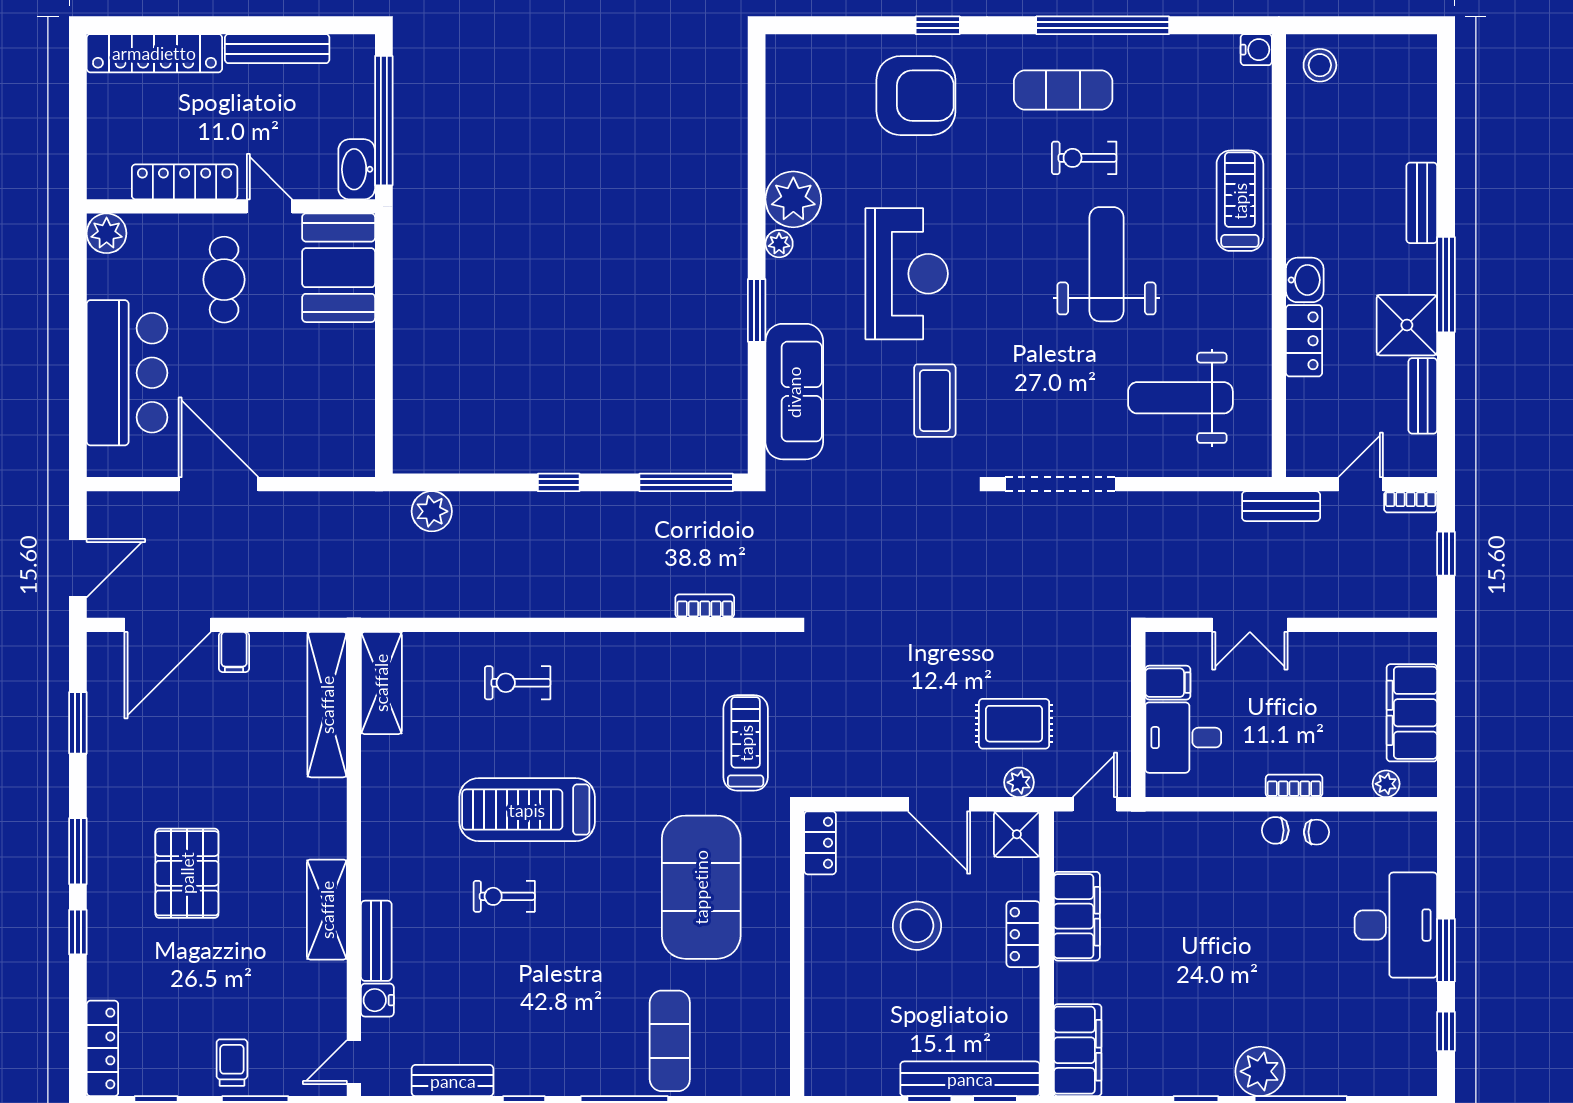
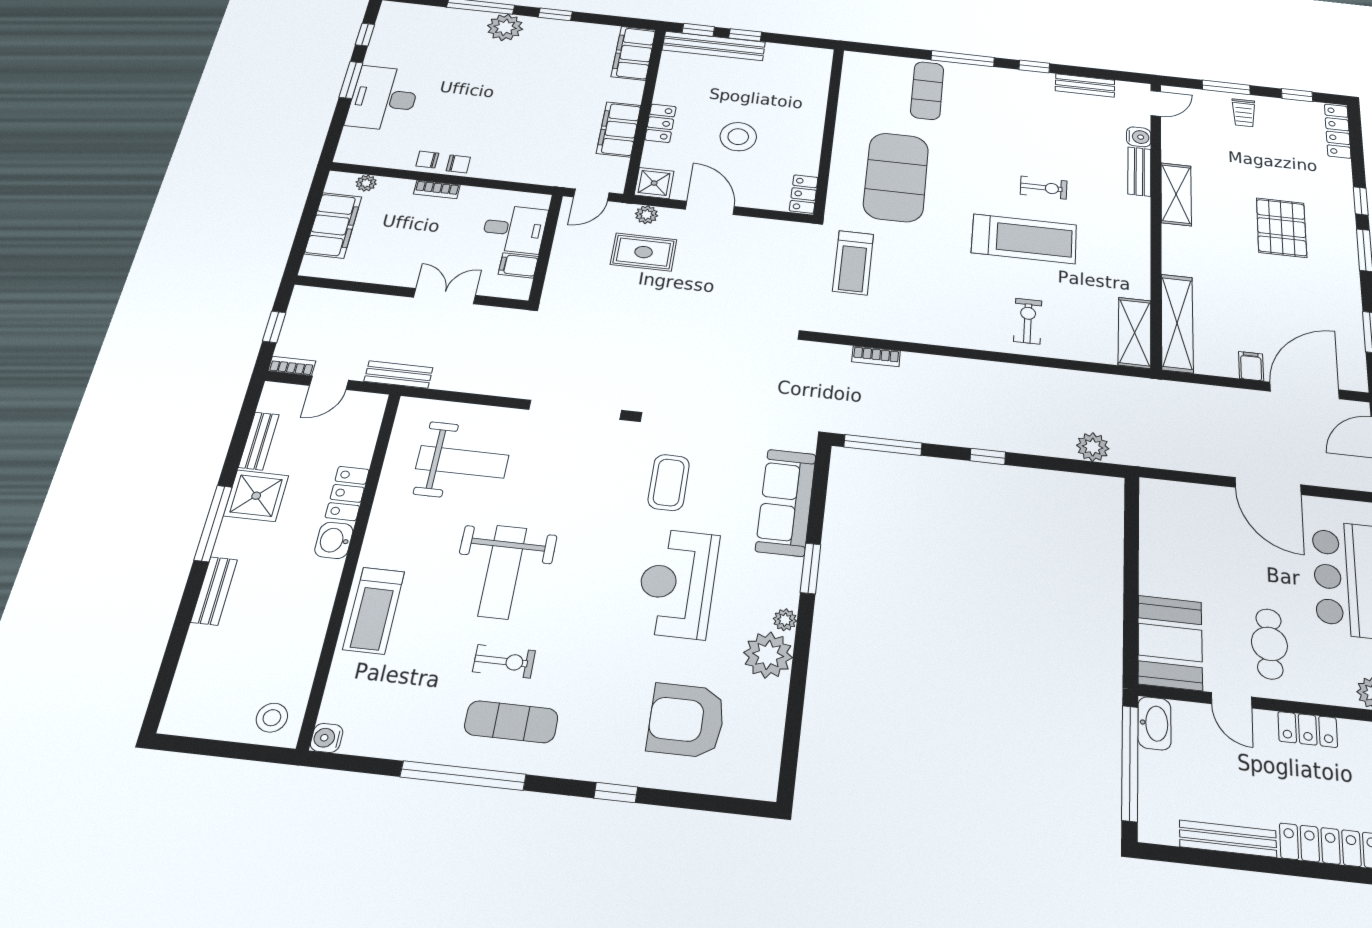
armchair: (916, 96) -> (686, 720), moved
locker: (185, 182) -> (1308, 729), width x0.66
exercise bike: (518, 683) -> (1028, 321), turned -90

